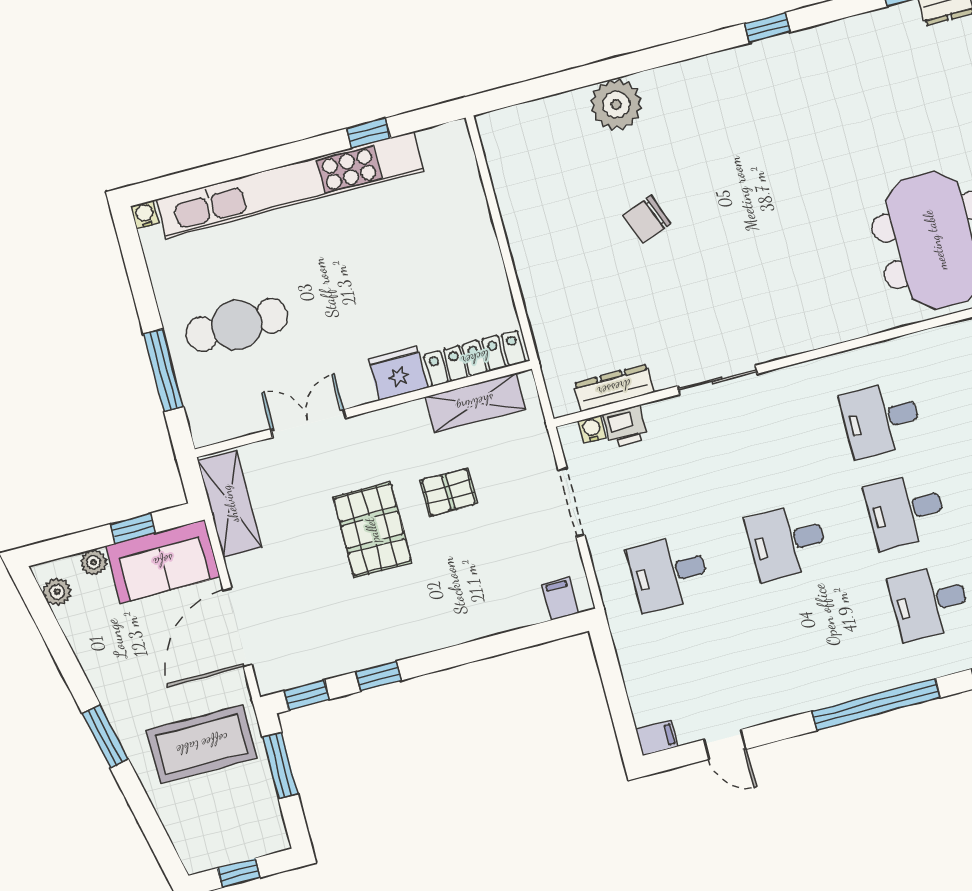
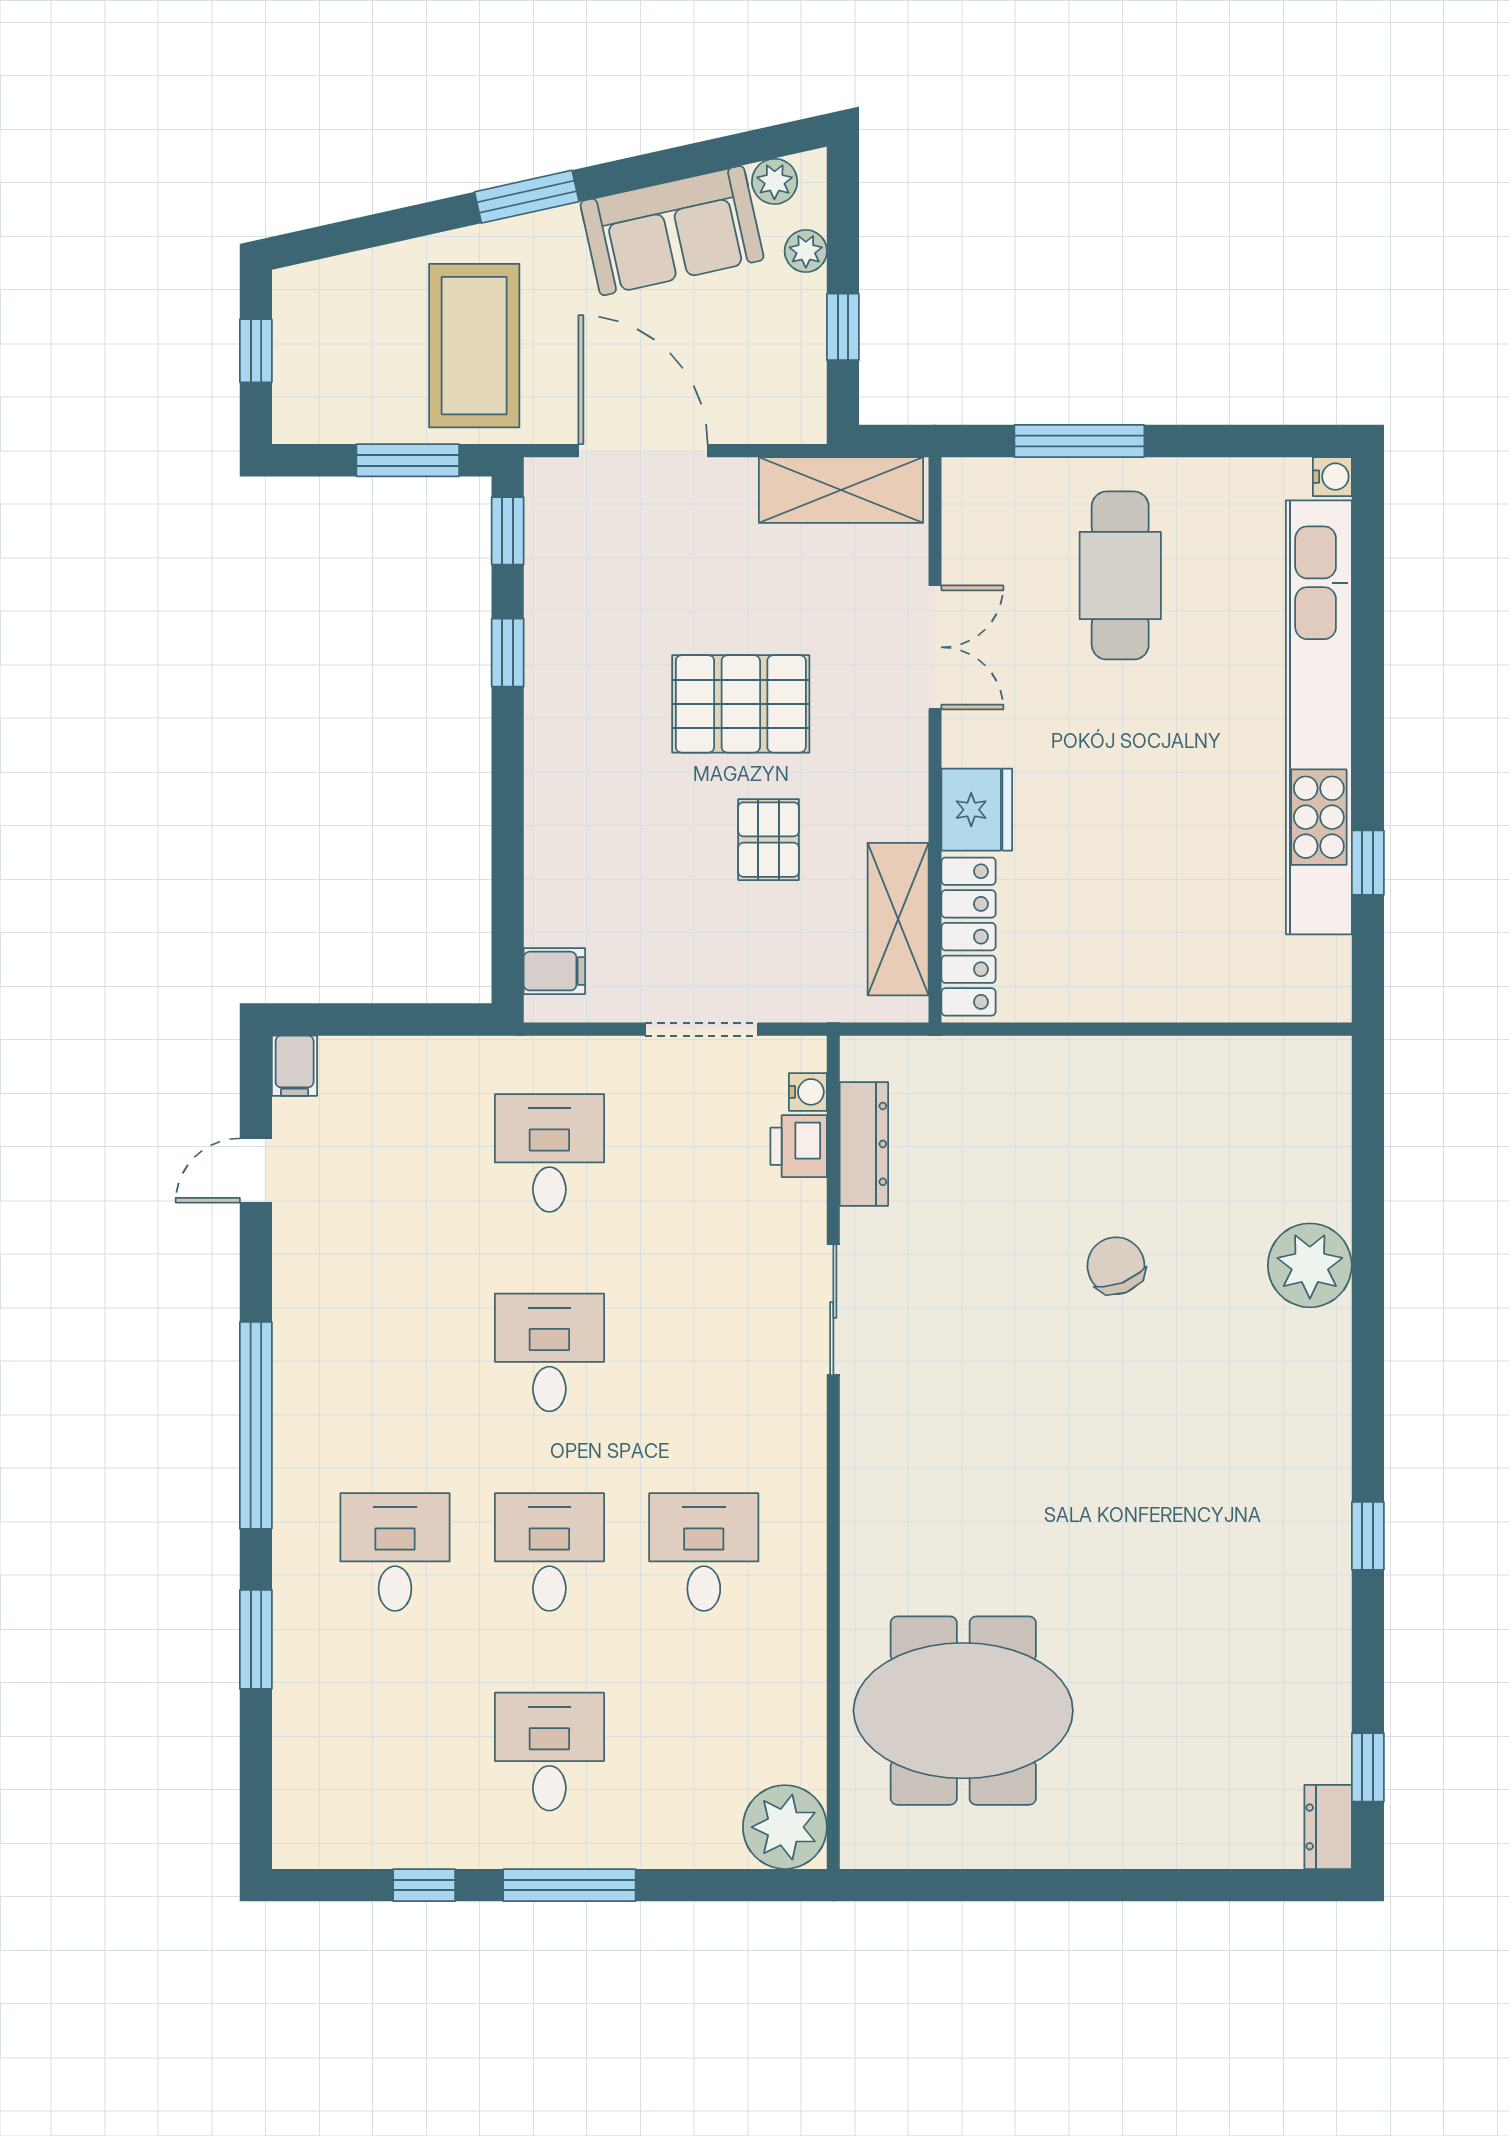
sofa: (163, 561) -> (672, 231), moved, turned -103

